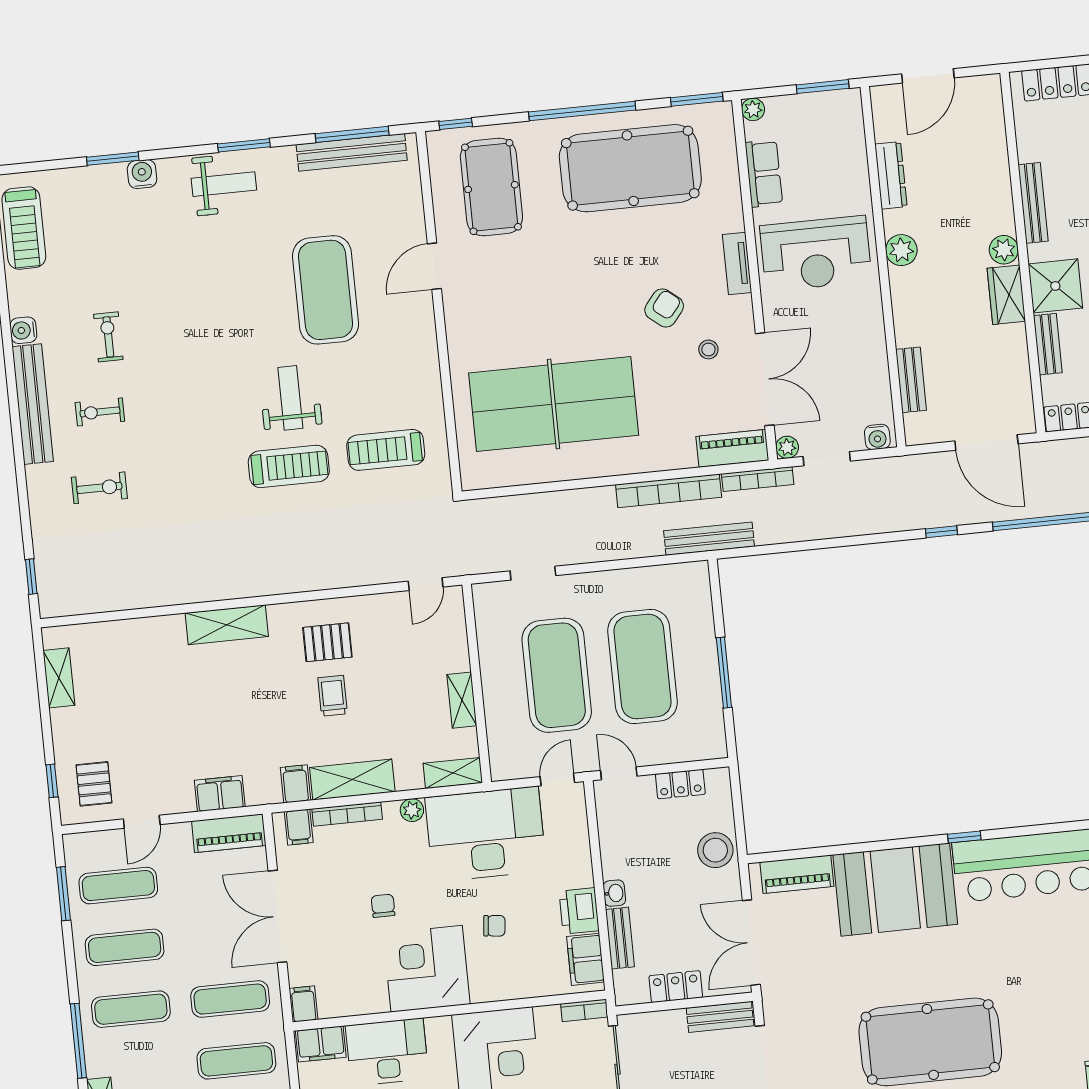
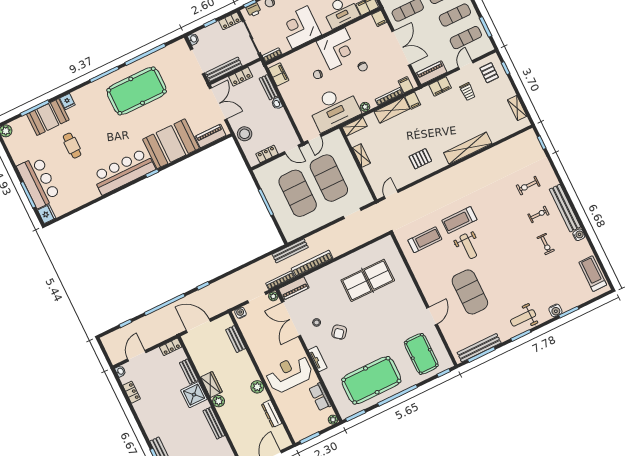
table tennis table: (554, 404) -> (368, 280), width x0.73, depth x0.76
shelving: (227, 625) -> (468, 148), width x1.47
trolley: (333, 696) -> (468, 92), moved
printer: (579, 911) -> (288, 92), removed
bench: (720, 1017) -> (224, 69), width x1.36

